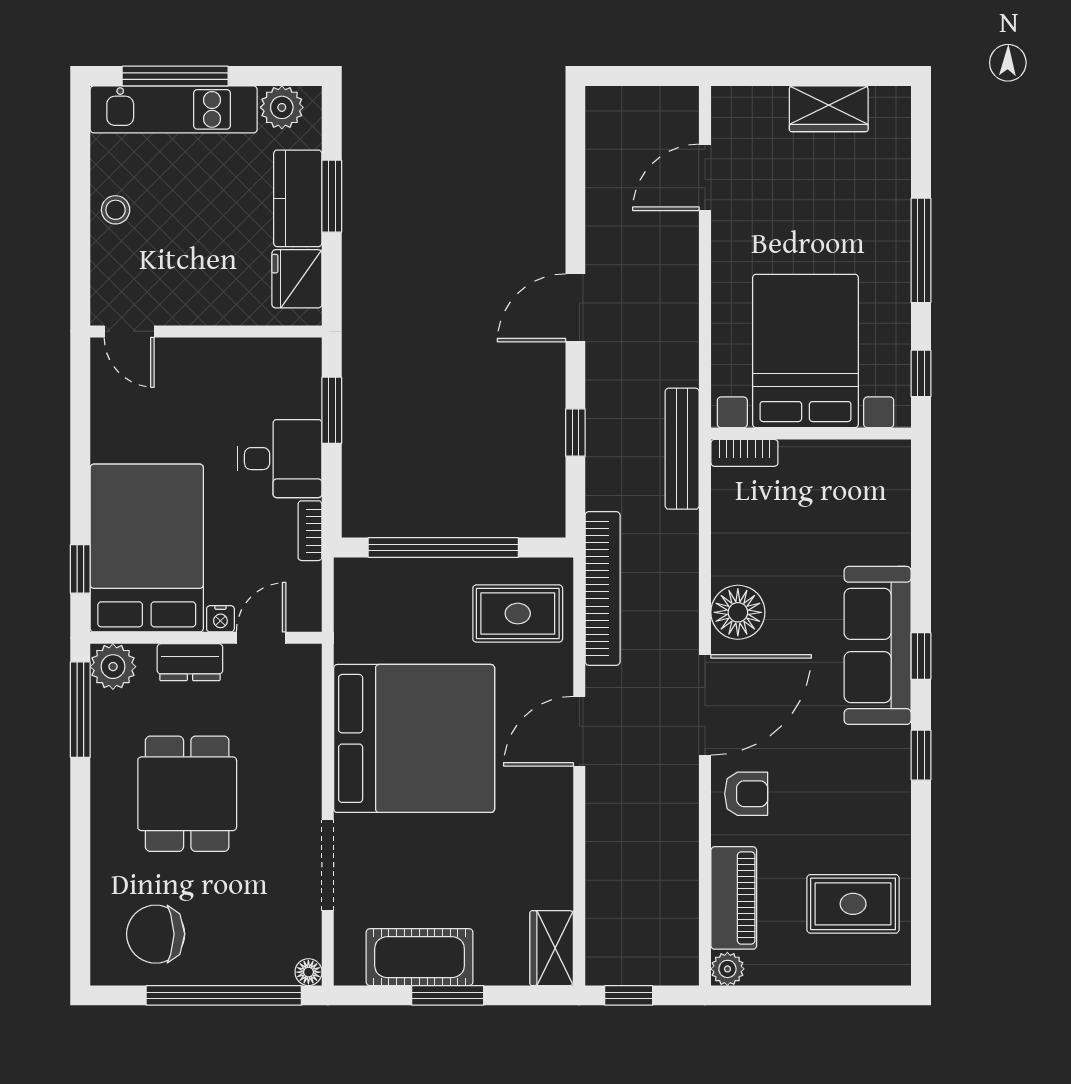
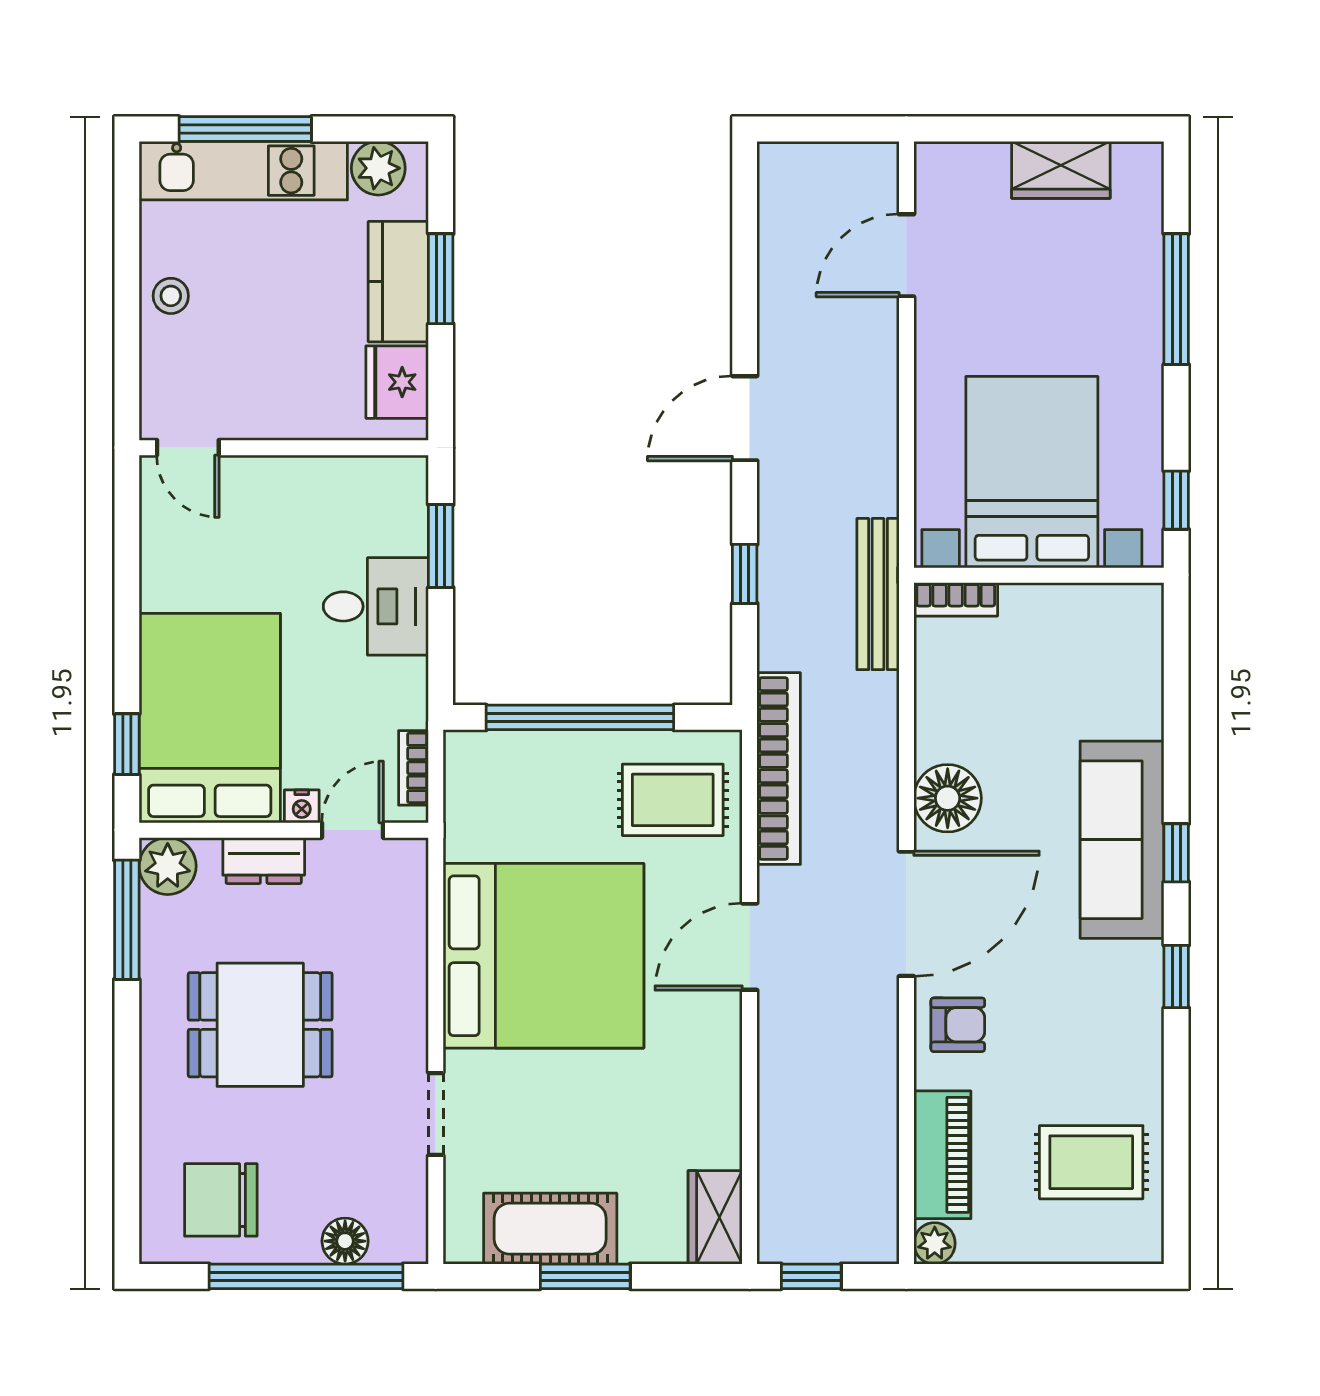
window: (921, 250) -> (1176, 299), moved
bookcase: (310, 531) -> (413, 768), moved
dining table: (187, 794) -> (260, 1025), turned 90
doorway: (328, 865) -> (436, 1114), width x0.73
floor lamp: (308, 972) -> (345, 1241), moved, width x1.37, depth x1.37

